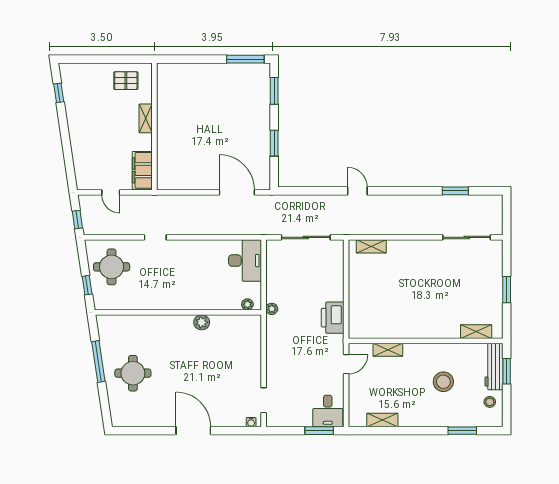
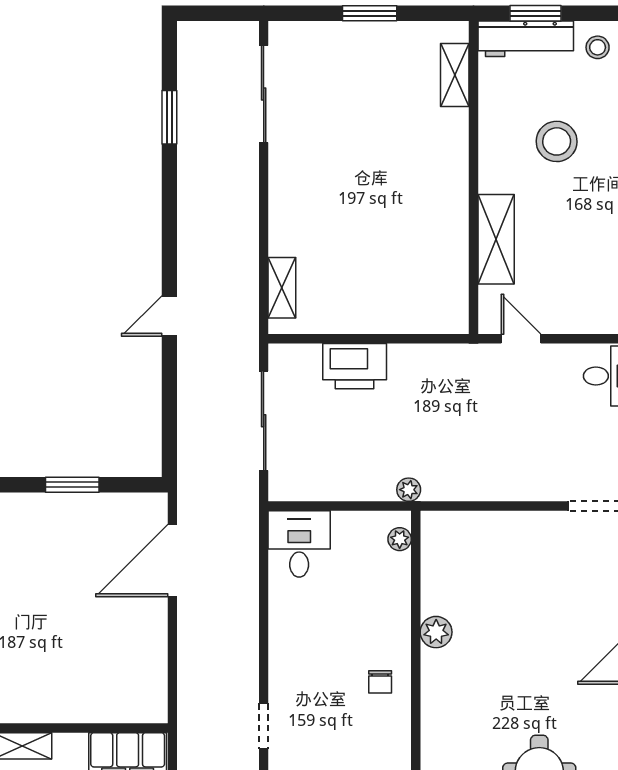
desk: (245, 261) -> (299, 544), width x0.73
chair: (177, 295) -> (380, 682), added
printer: (333, 318) -> (355, 366), moved
shelving: (388, 350) -> (496, 239), width x1.50, depth x1.33

